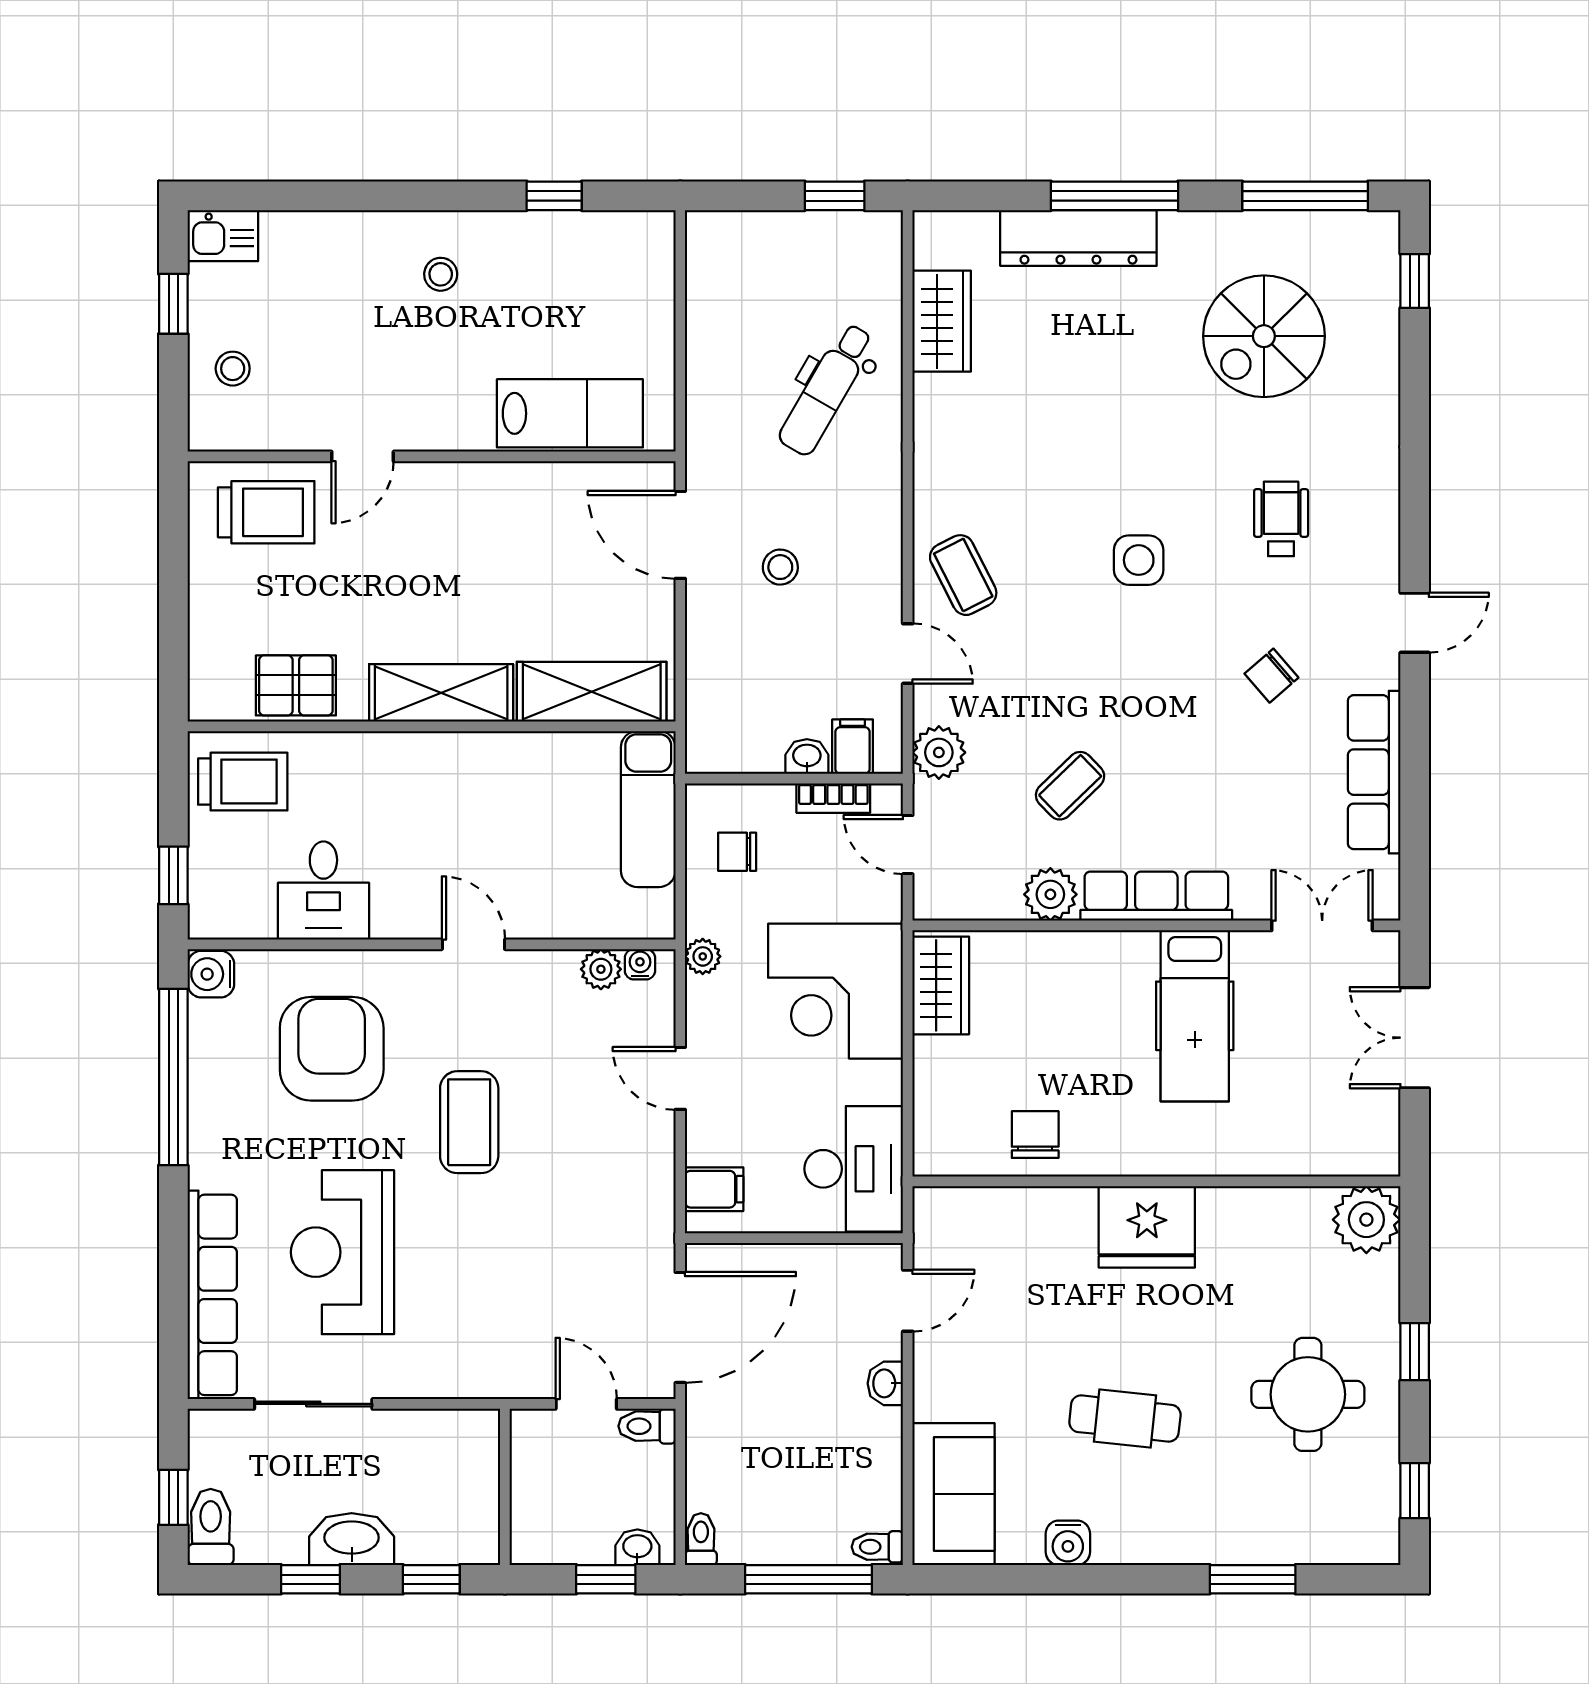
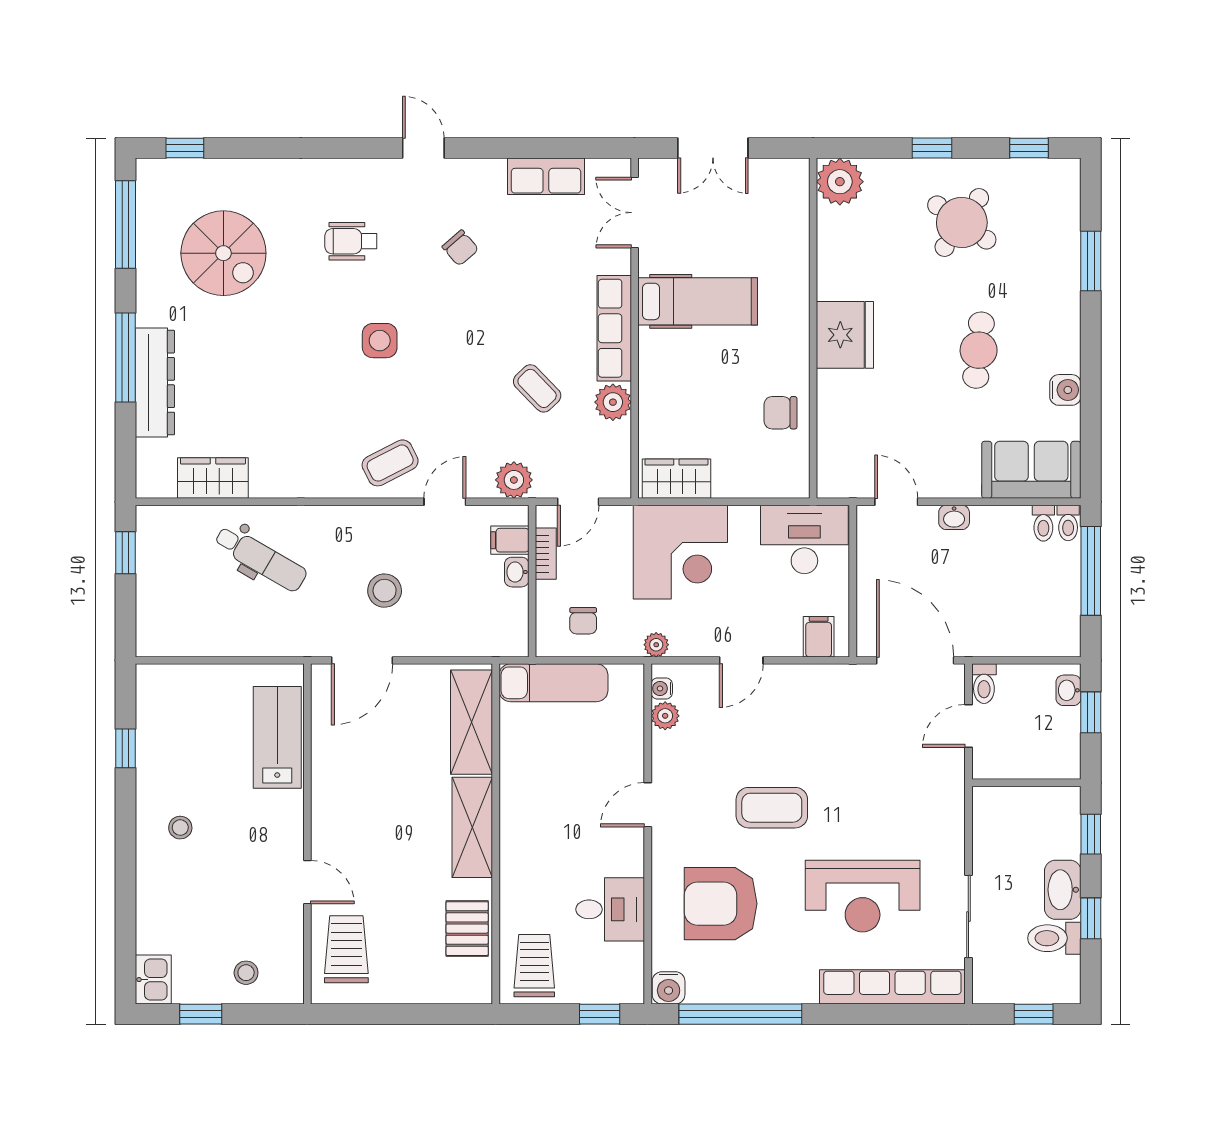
stool: (780, 567) -> (385, 591), width x1.37, depth x1.37
row of seats: (1374, 772) -> (546, 176), width x0.68
round table: (1308, 1394) -> (962, 222), turned 35
toilet: (211, 1527) -> (1054, 938), moved
toilet: (701, 1539) -> (1043, 523), moved, turned -90

